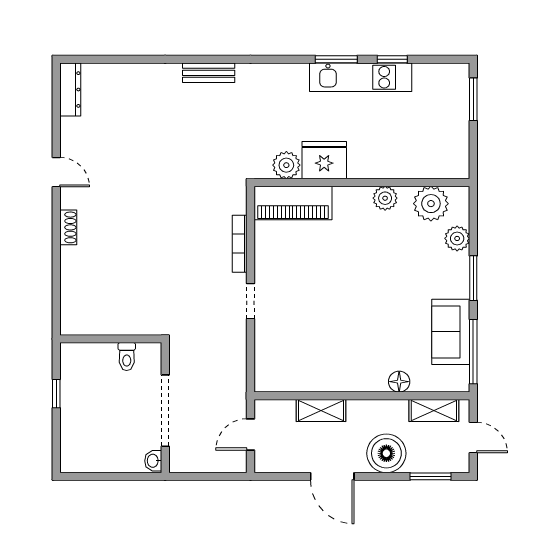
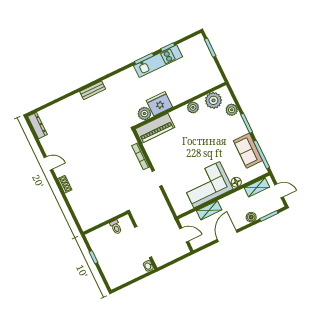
corner sofa: (340, 359) -> (207, 185), added
door: (251, 434) -> (184, 235), swing flipped
boiler: (386, 453) -> (251, 217), width x0.54, depth x0.54
door: (332, 476) -> (227, 236), swing flipped

